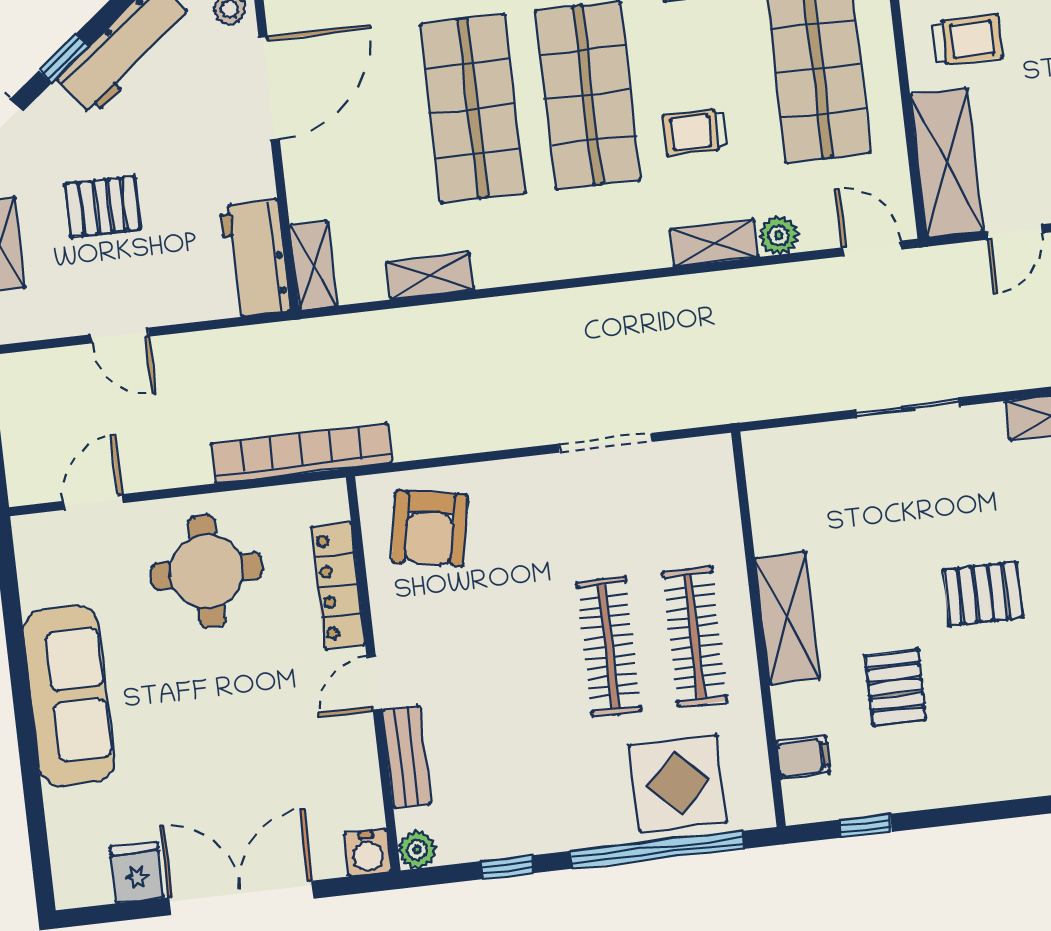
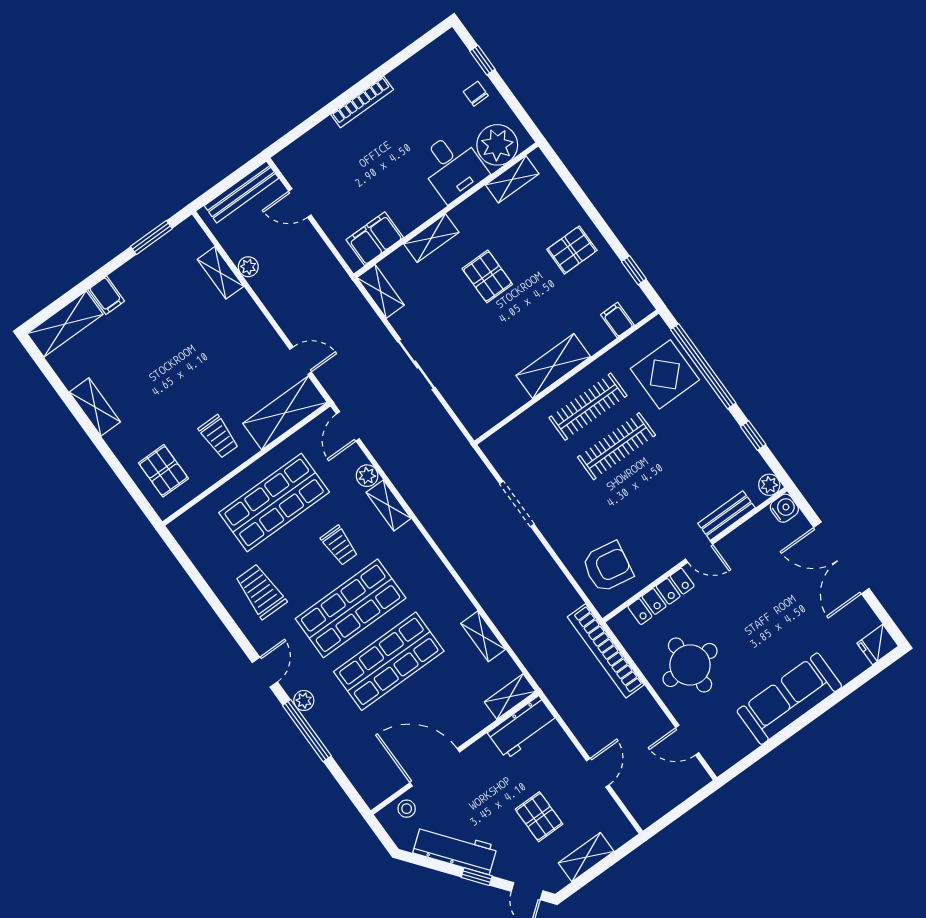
trolley: (967, 40) -> (219, 437), turned 180
pallet: (895, 687) -> (572, 250), moved
fridge: (137, 872) -> (878, 645), moved

